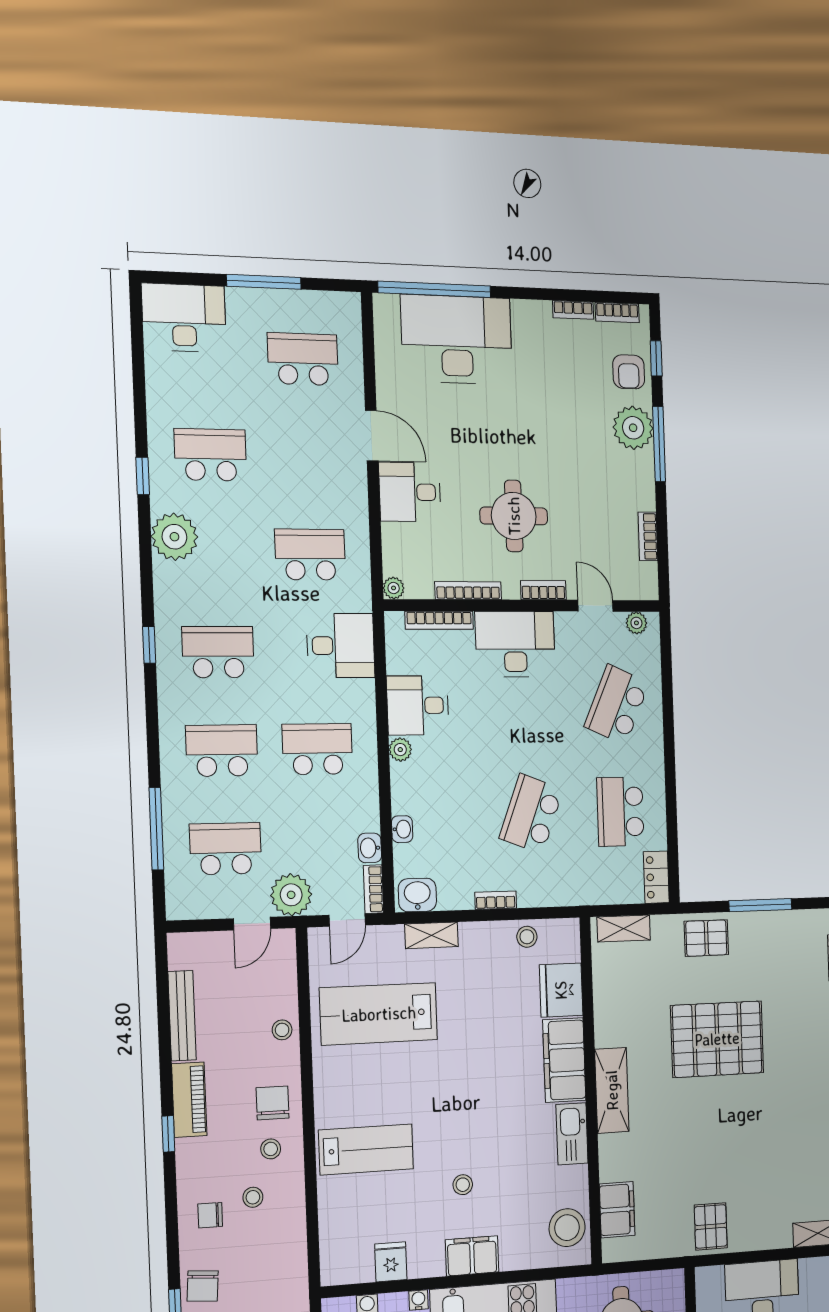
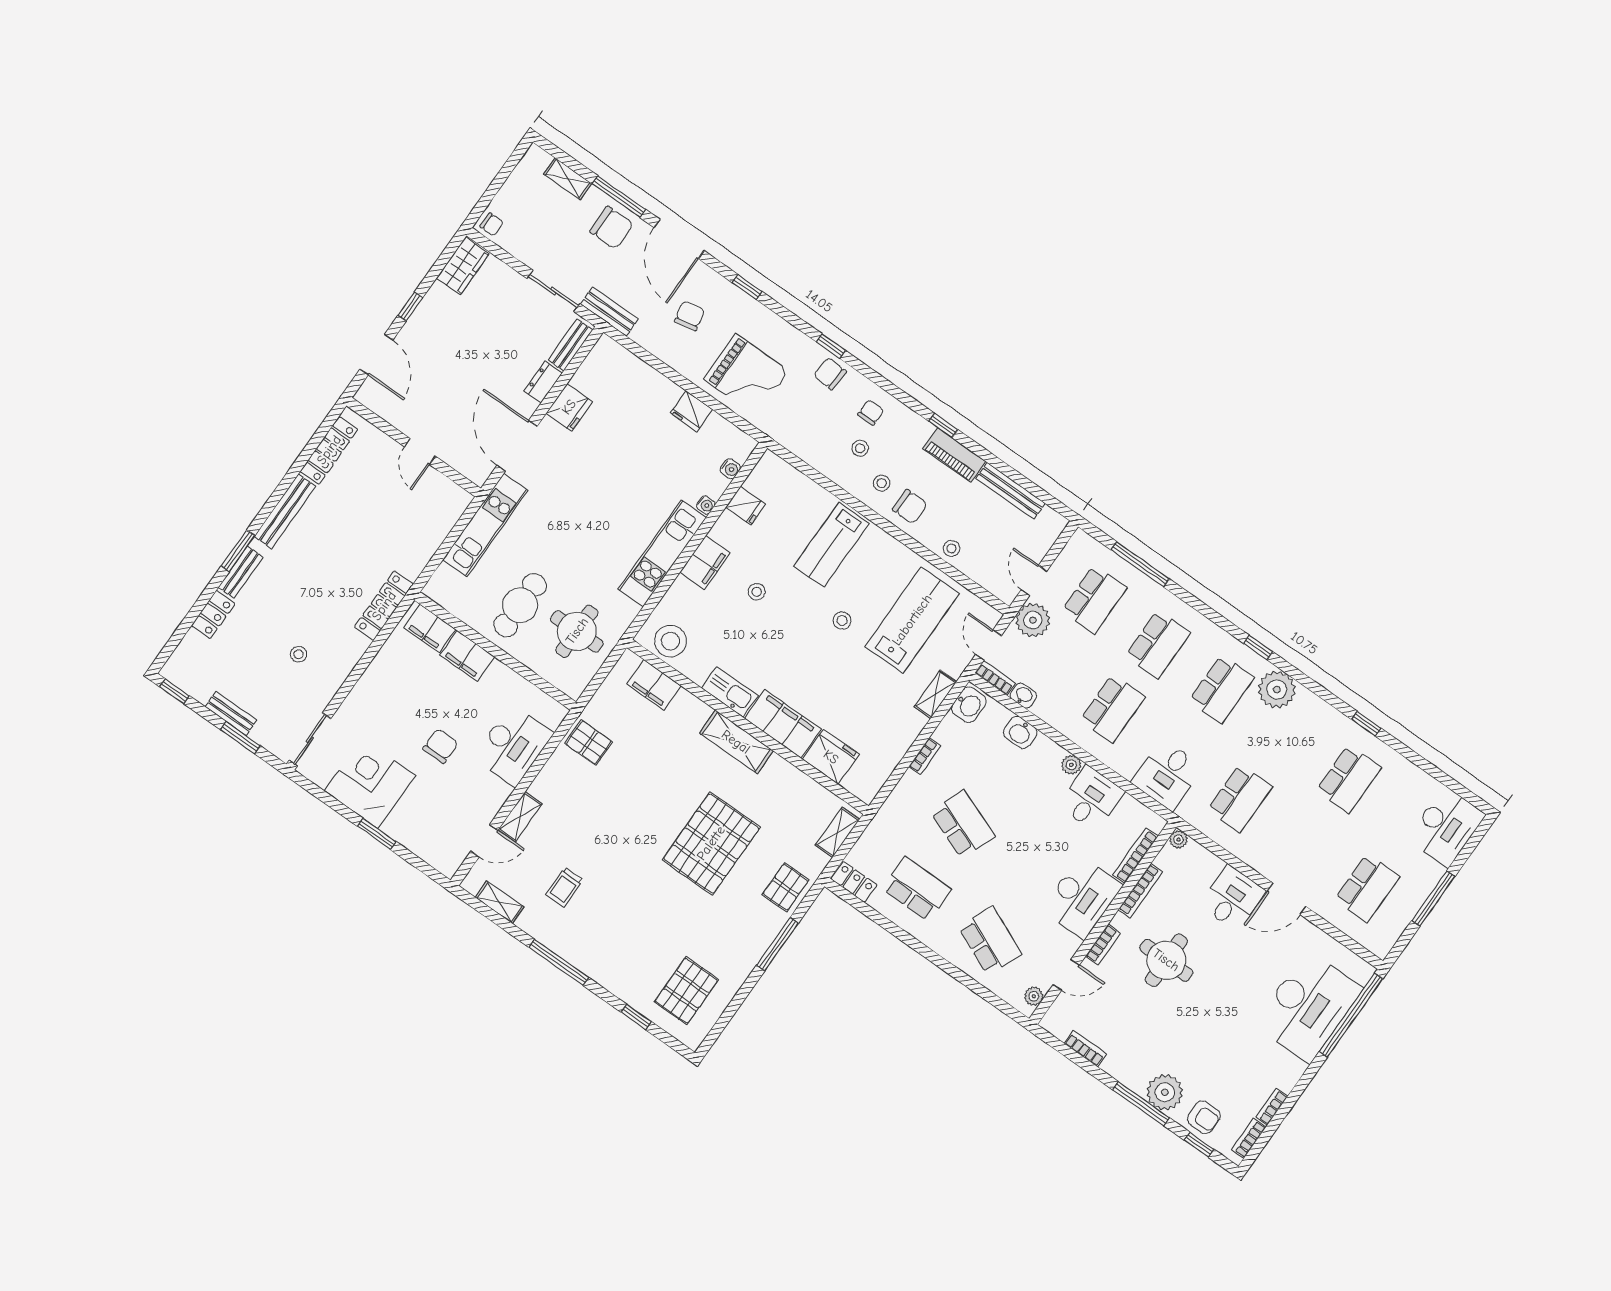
armchair: (629, 372) -> (1204, 1117), turned 180
plant: (174, 537) -> (1277, 690), moved
washbasin: (402, 829) -> (1020, 732), width x1.38, depth x1.45
stool: (527, 937) -> (842, 621), moved

